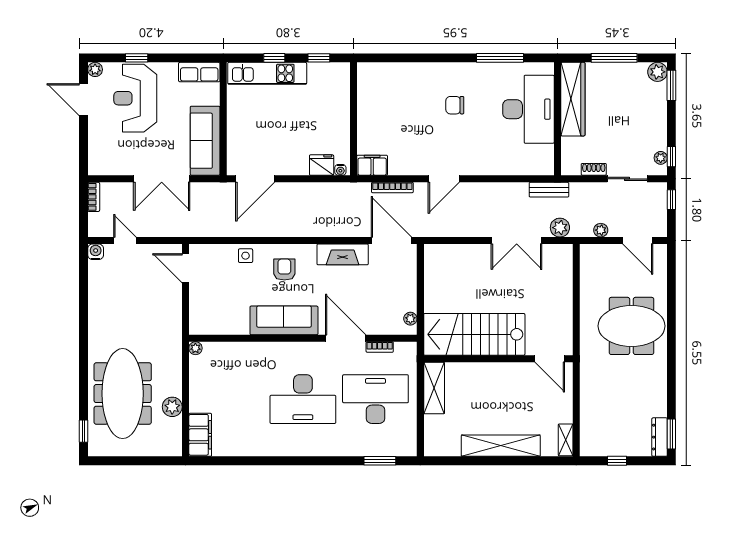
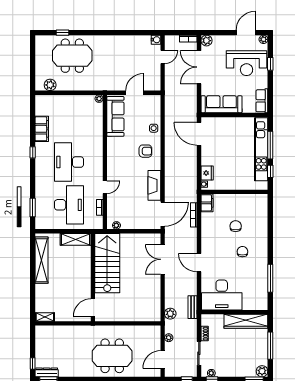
window: (274, 58) -> (270, 145), width x2.17
kitchen unit: (267, 73) -> (261, 149), width x1.36
reception desk: (135, 98) -> (247, 63), turned 180
desk: (528, 109) -> (222, 295), moved
chair: (412, 117) -> (236, 226), added
plant: (97, 166) -> (206, 41), added
double door: (162, 179) -> (199, 67), moved
door: (444, 179) -> (199, 263), moved
double door: (517, 241) -> (163, 259), moved
door: (185, 268) -> (134, 93), moved
sofa: (284, 320) -> (115, 116), moved
meeting table: (631, 326) -> (112, 356), turned 90
door: (346, 338) -> (105, 187), width x0.53
meeting table: (123, 394) -> (72, 56), width x0.73
plant: (172, 407) -> (50, 85), moved
window: (84, 431) -> (62, 33), moved
filing cabinet: (200, 435) -> (42, 129), moved, turned -90
shelving: (501, 446) -> (42, 260), moved
window: (286, 461) -> (33, 152), added
window: (617, 461) -> (33, 363), moved

